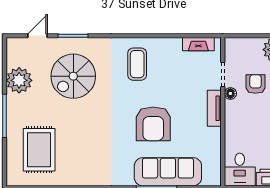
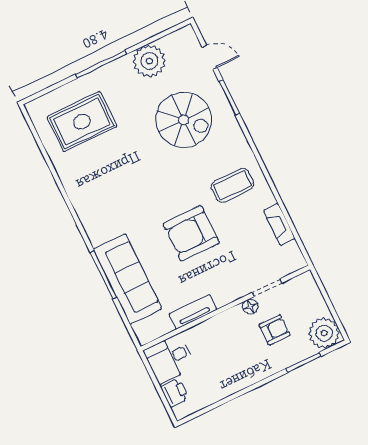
fireplace: (198, 44) -> (279, 225), moved
spiral stairs: (73, 76) -> (184, 120), turned 180
tv unit: (214, 108) -> (193, 312), moved
armchair: (153, 124) -> (191, 233), moved

